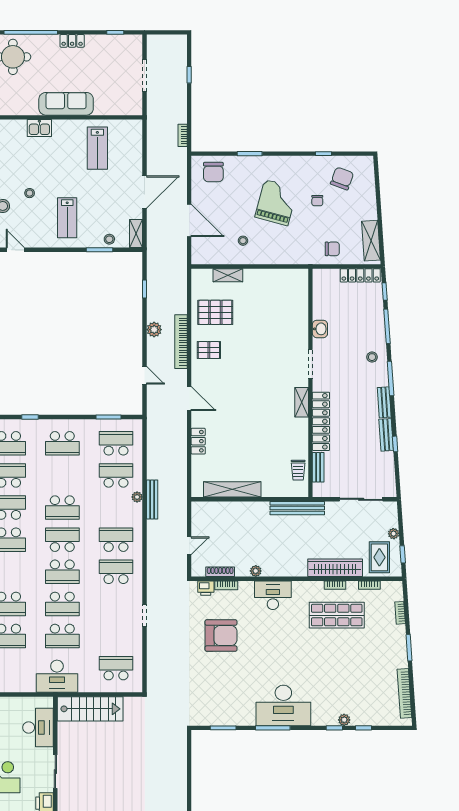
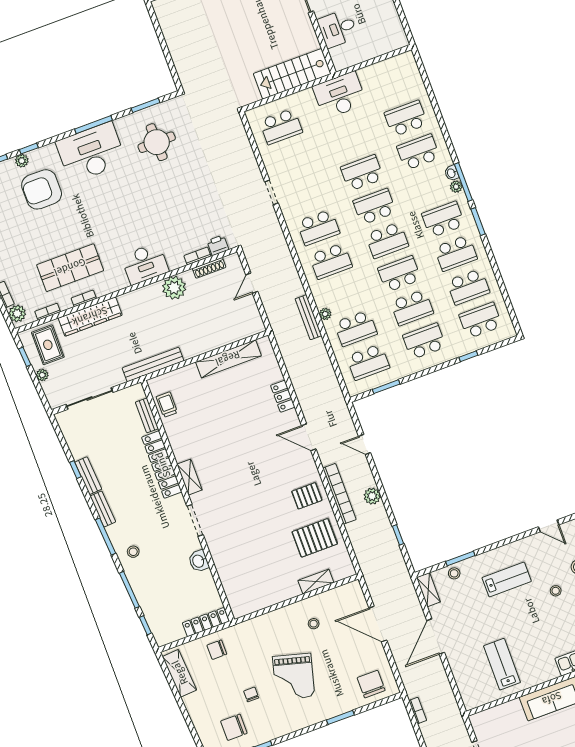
chair: (342, 178) -> (234, 727), turned 70
lab bench: (67, 218) -> (507, 580), turned 90
locker: (360, 275) -> (206, 622), moved
plant: (256, 571) -> (174, 288), width x1.88, depth x1.88
plant: (395, 593) -> (17, 314), added
school desk: (62, 636) -> (412, 308), moved, turned 180
armchair: (221, 636) -> (42, 189), moved
round table: (225, 694) -> (157, 142), added
desk: (38, 727) -> (338, 29), width x0.73

